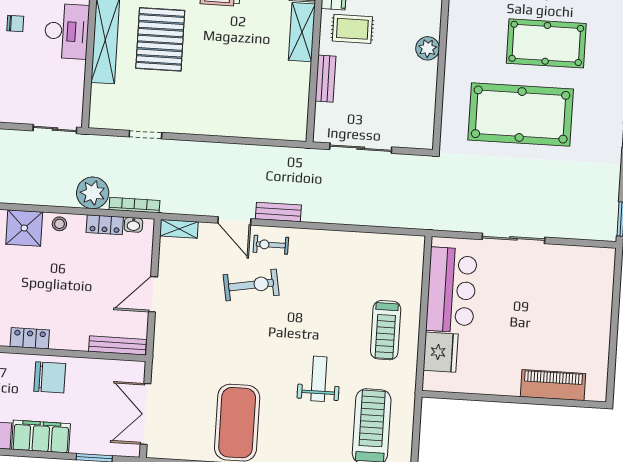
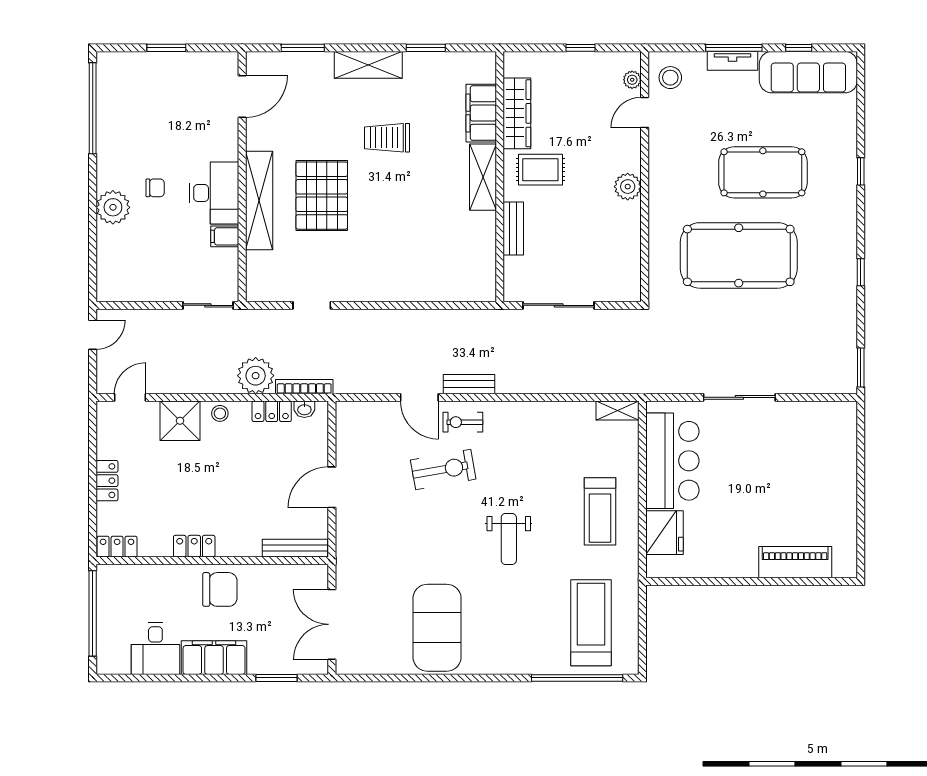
filing cabinet: (73, 70) -> (225, 236), added
shelving: (179, 229) -> (617, 410), moved
weight bench: (319, 379) -> (509, 539), moved, turned 180

